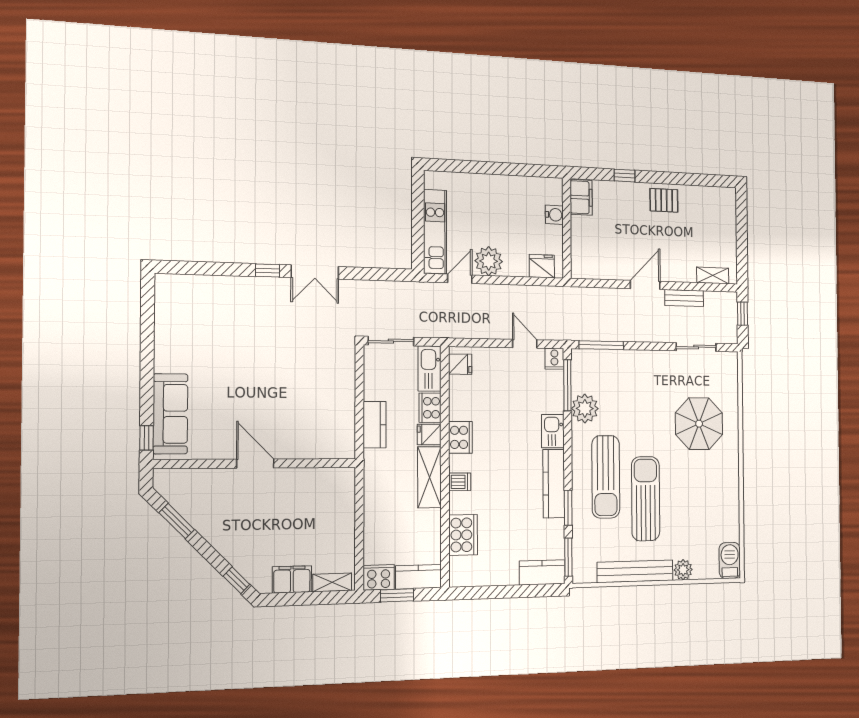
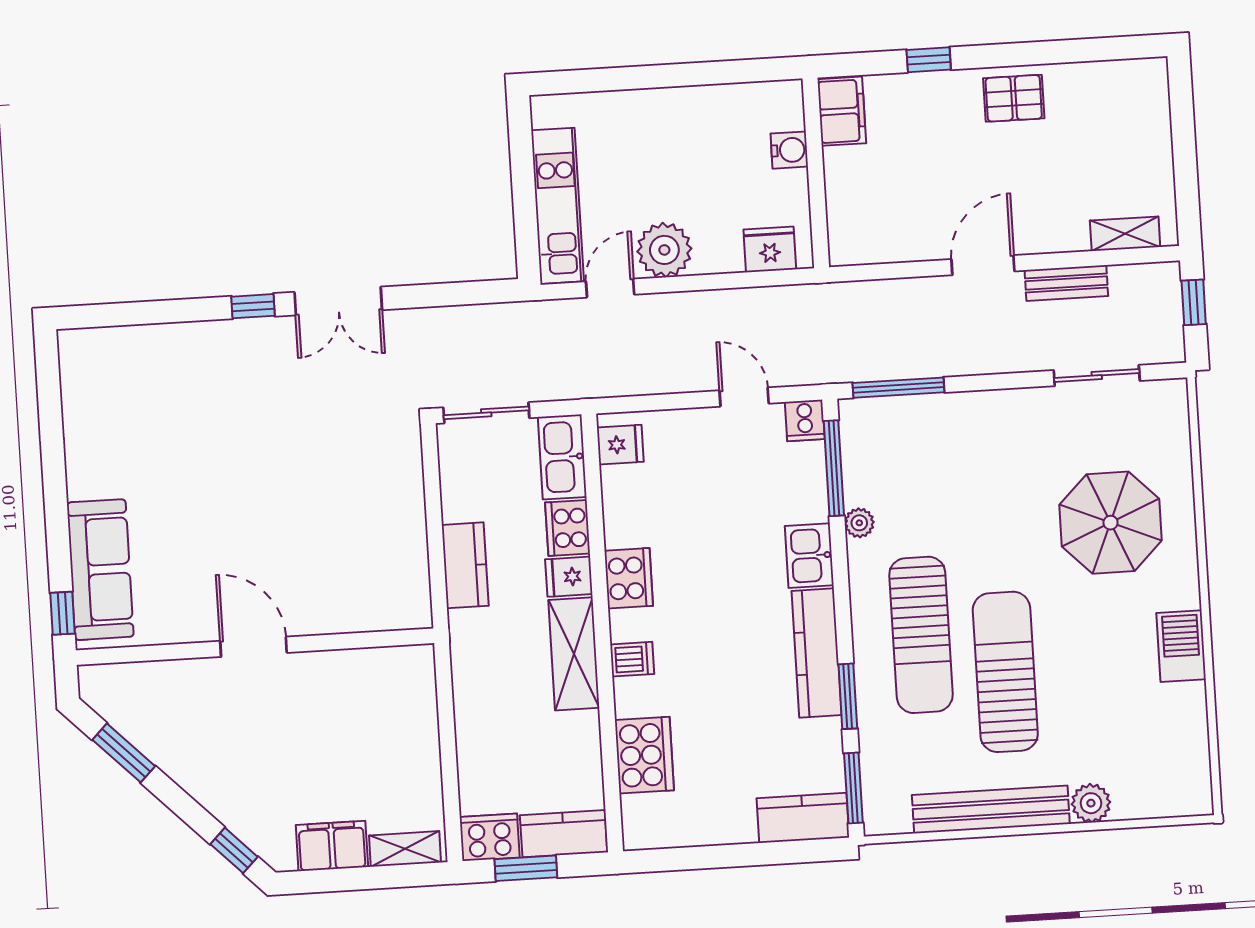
plant: (585, 408) -> (859, 523), width x0.53, depth x0.53
barbecue: (730, 560) -> (1181, 646), moved

